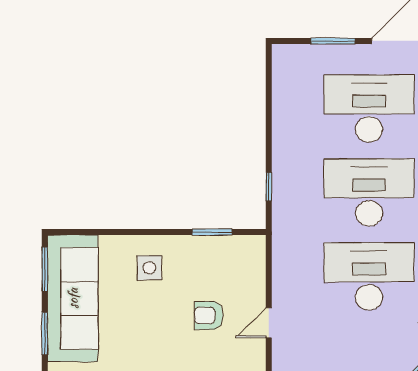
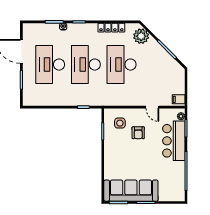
side table: (149, 268) -> (120, 123), moved
door: (269, 323) -> (152, 107), moved

